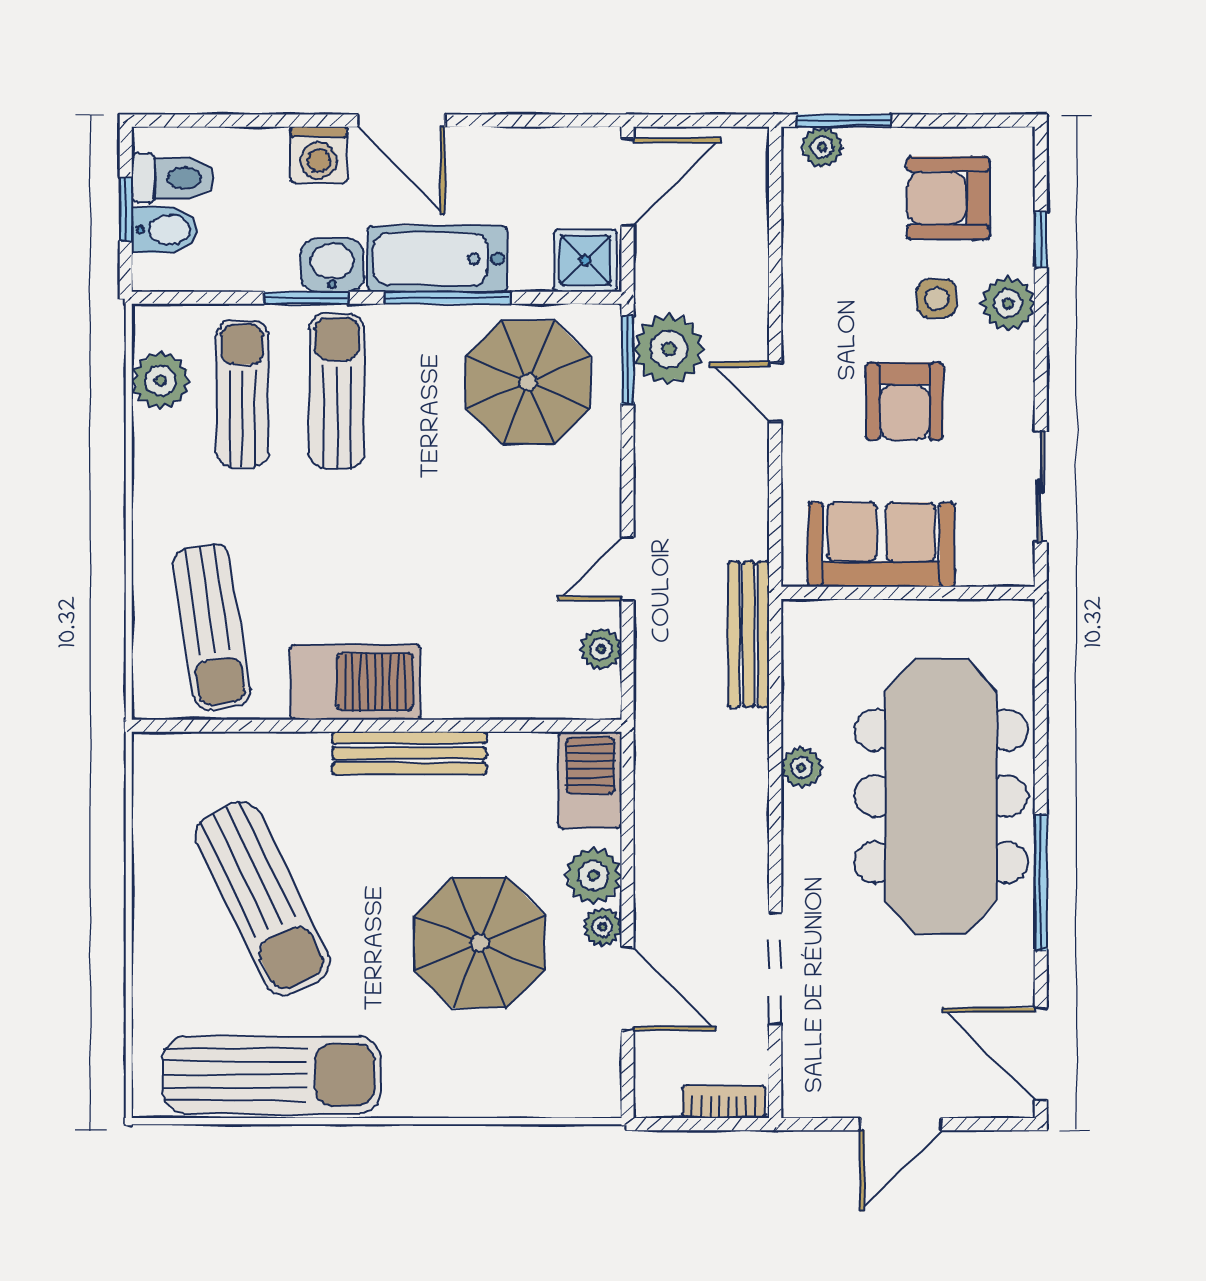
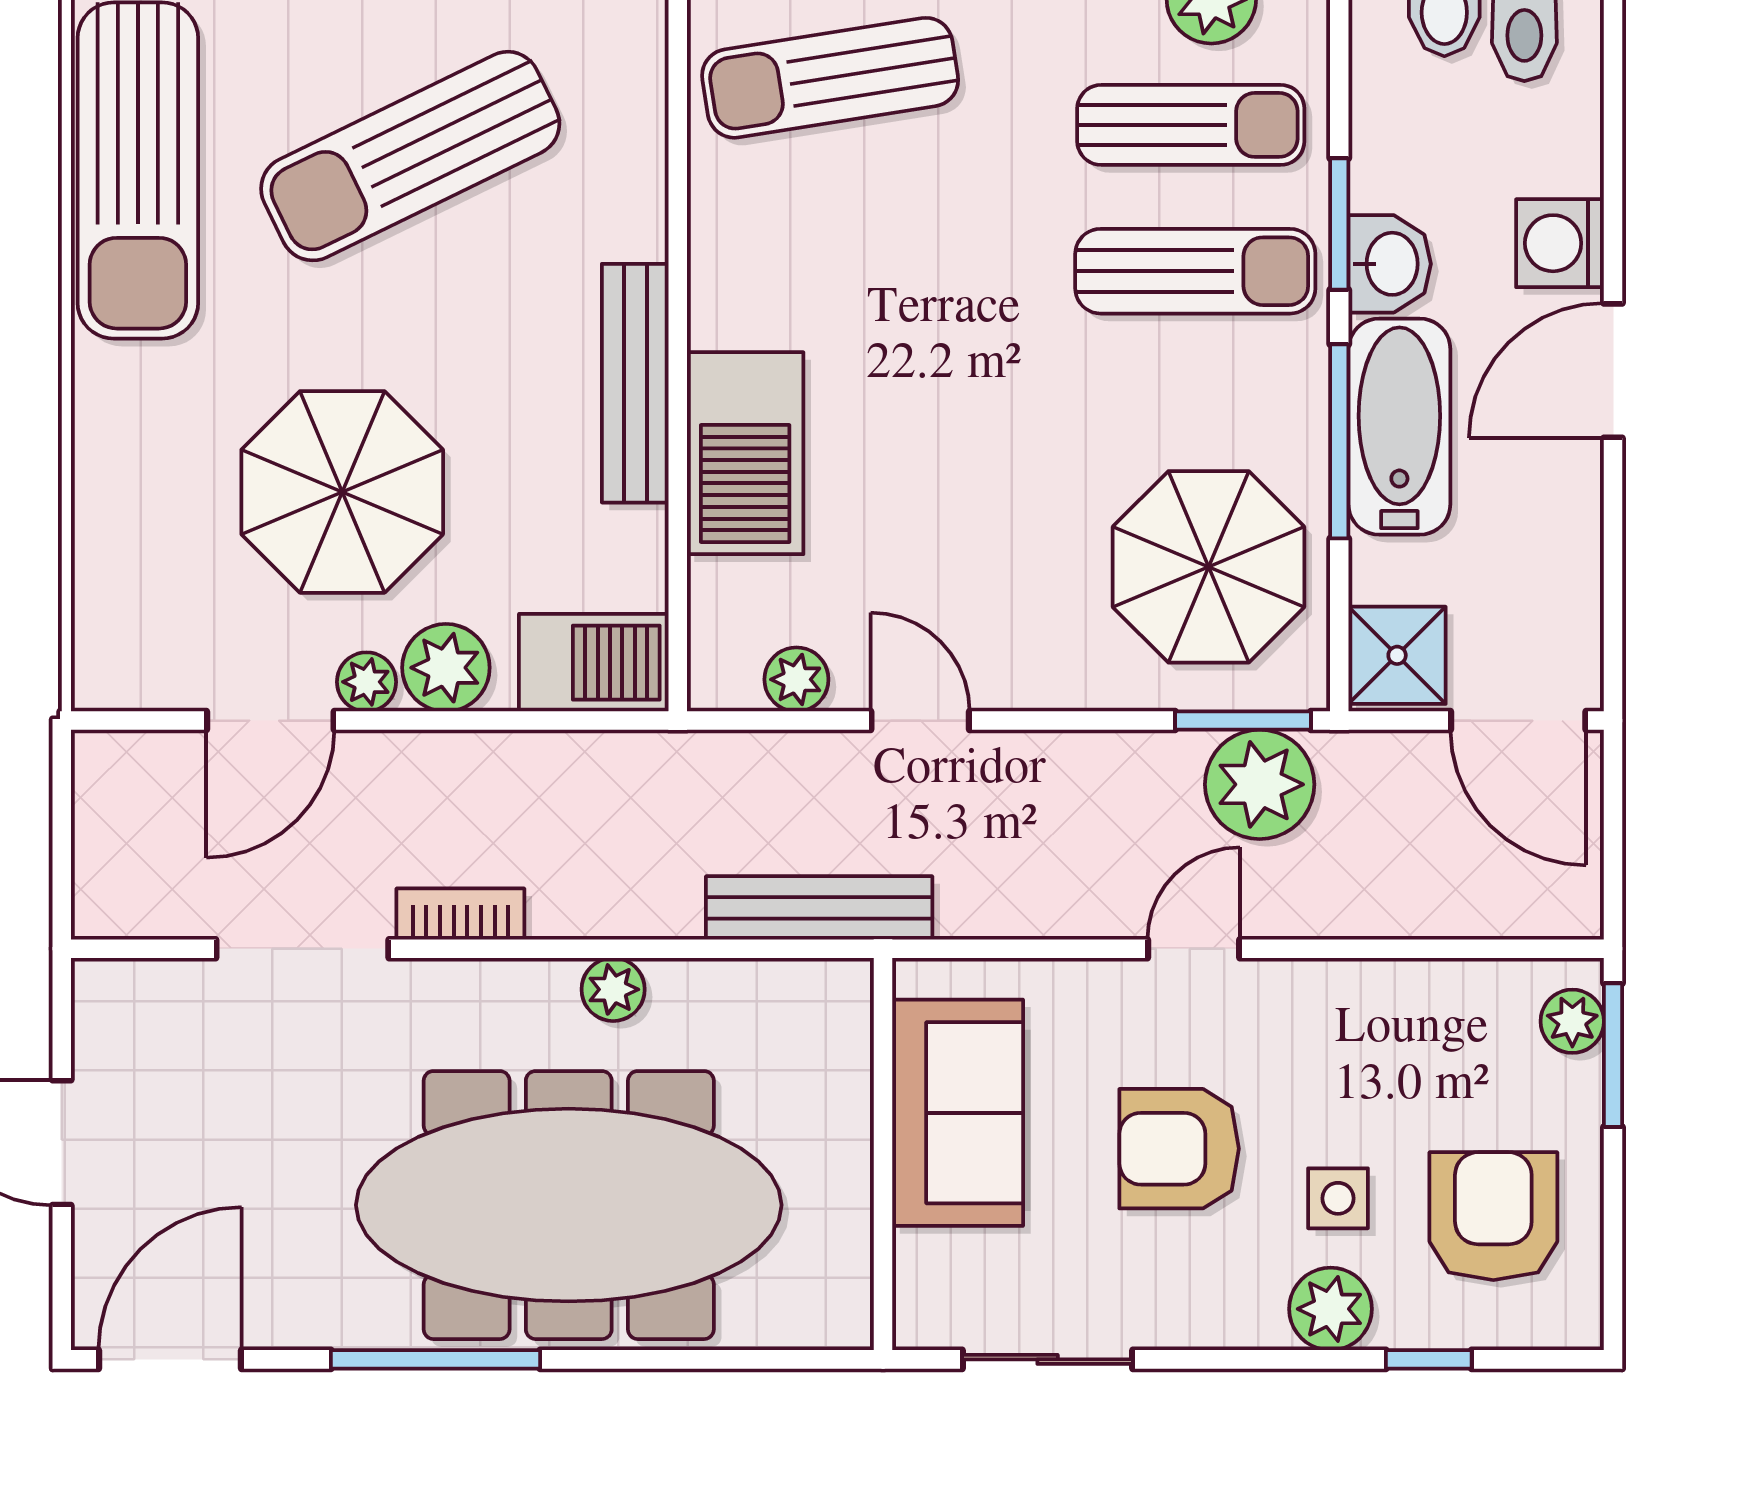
barbecue: (355, 682) -> (745, 453), moved
bookcase: (724, 1102) -> (460, 914), moved, turned -90

